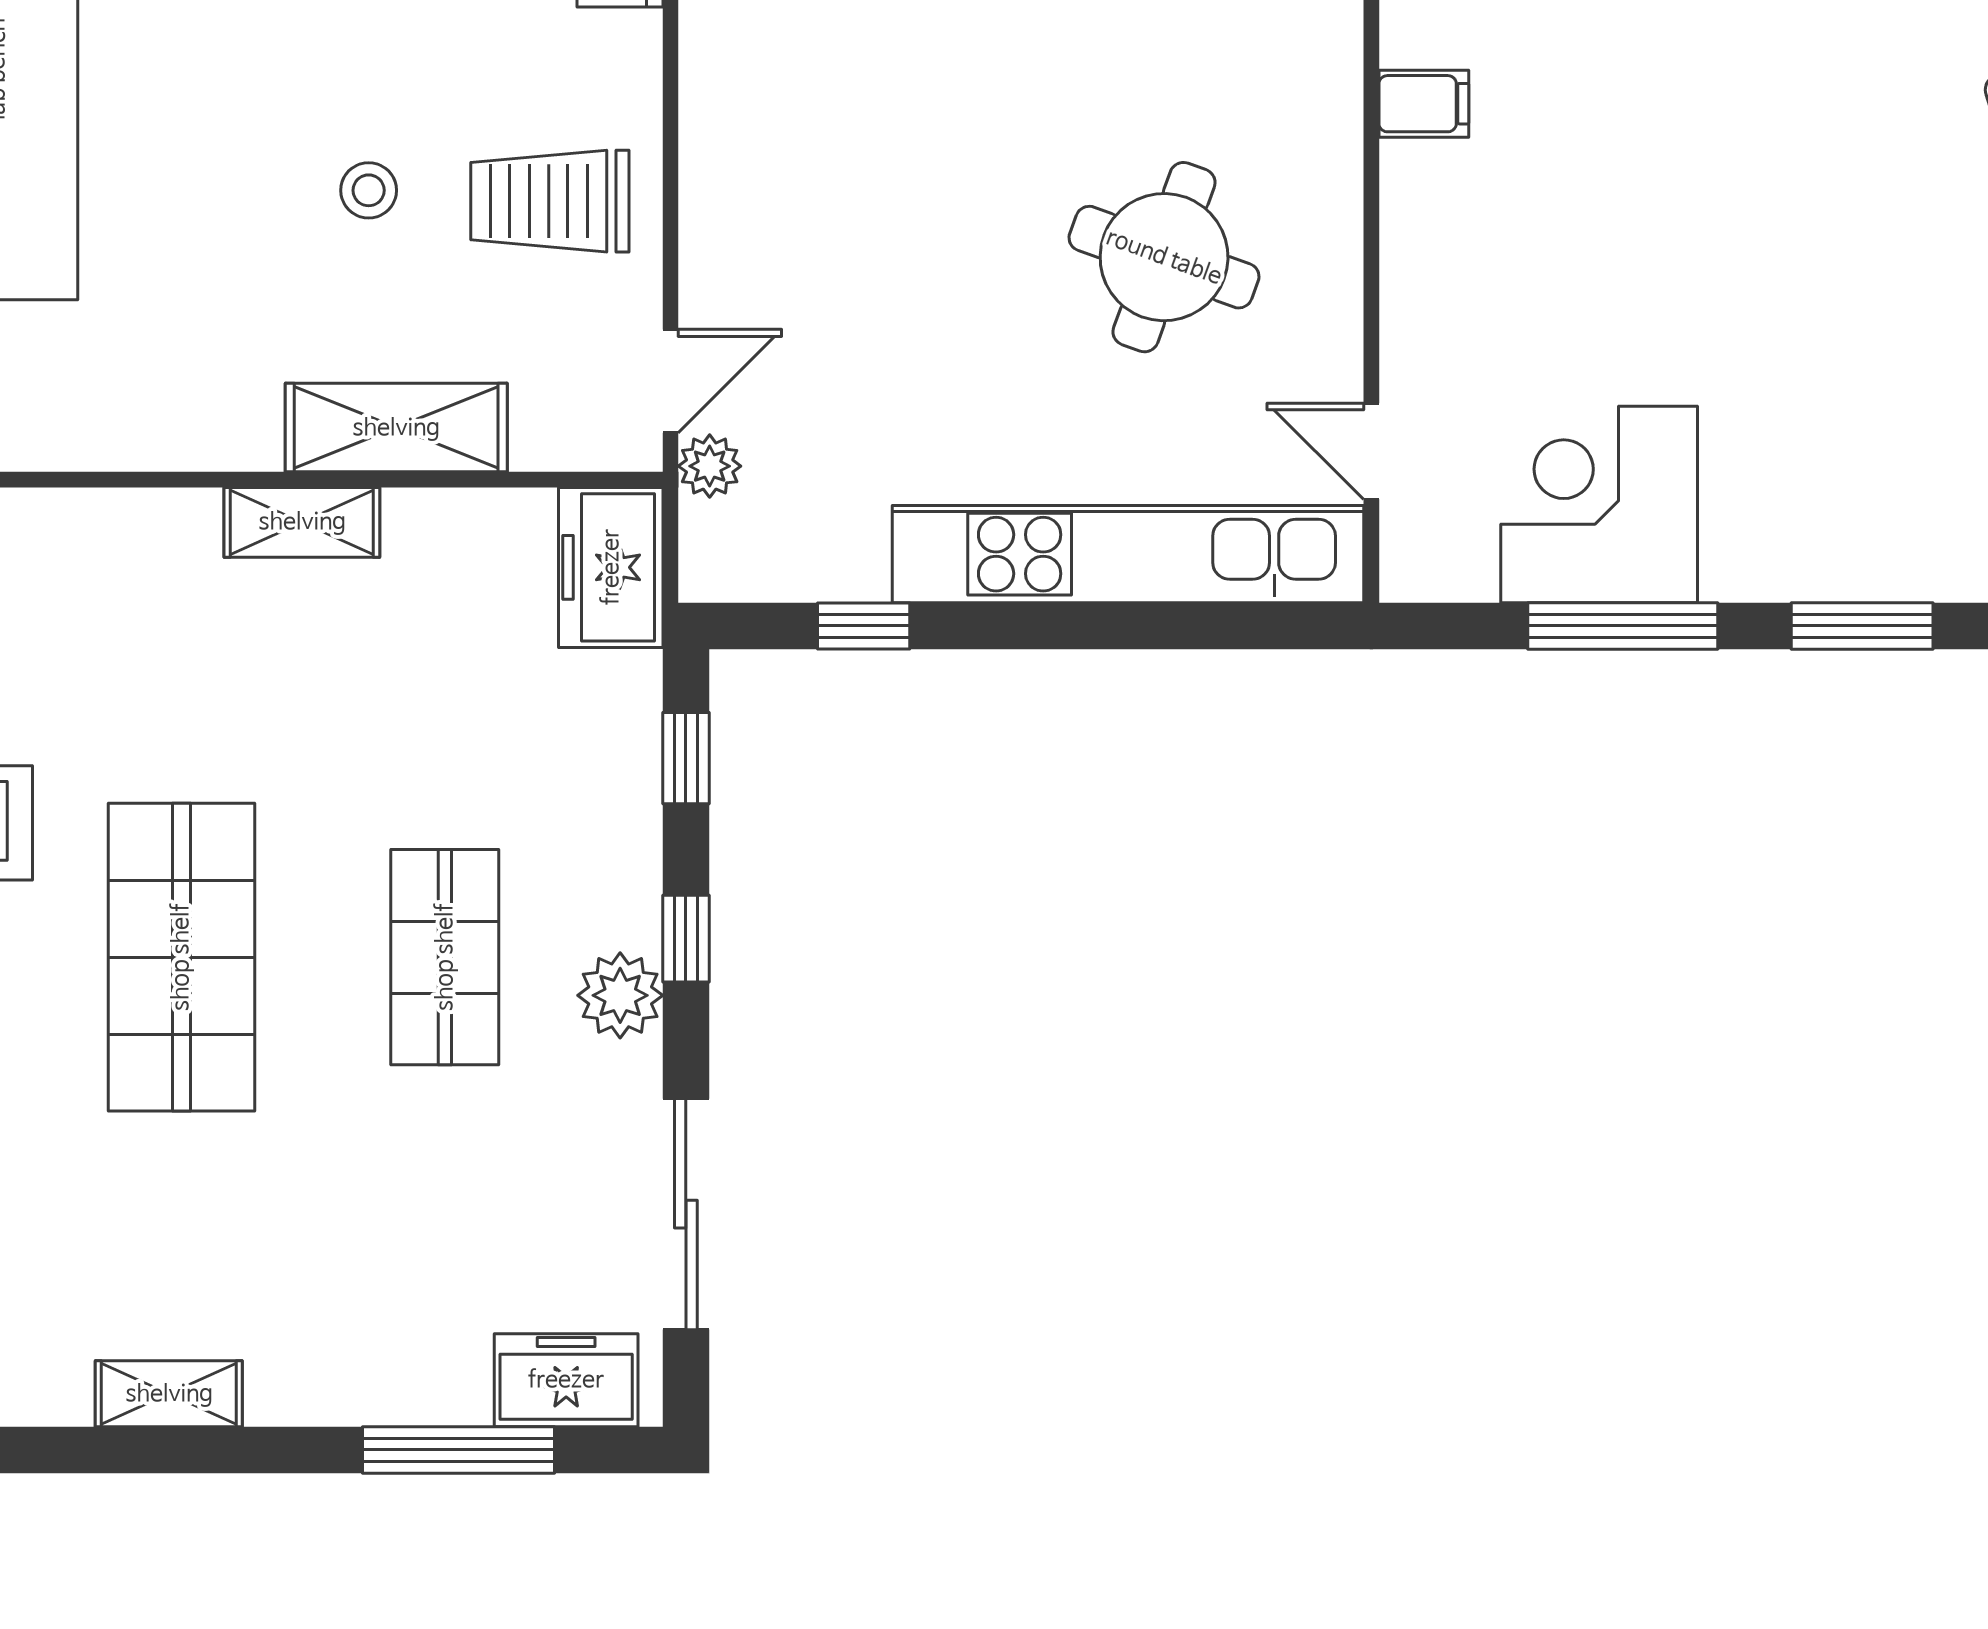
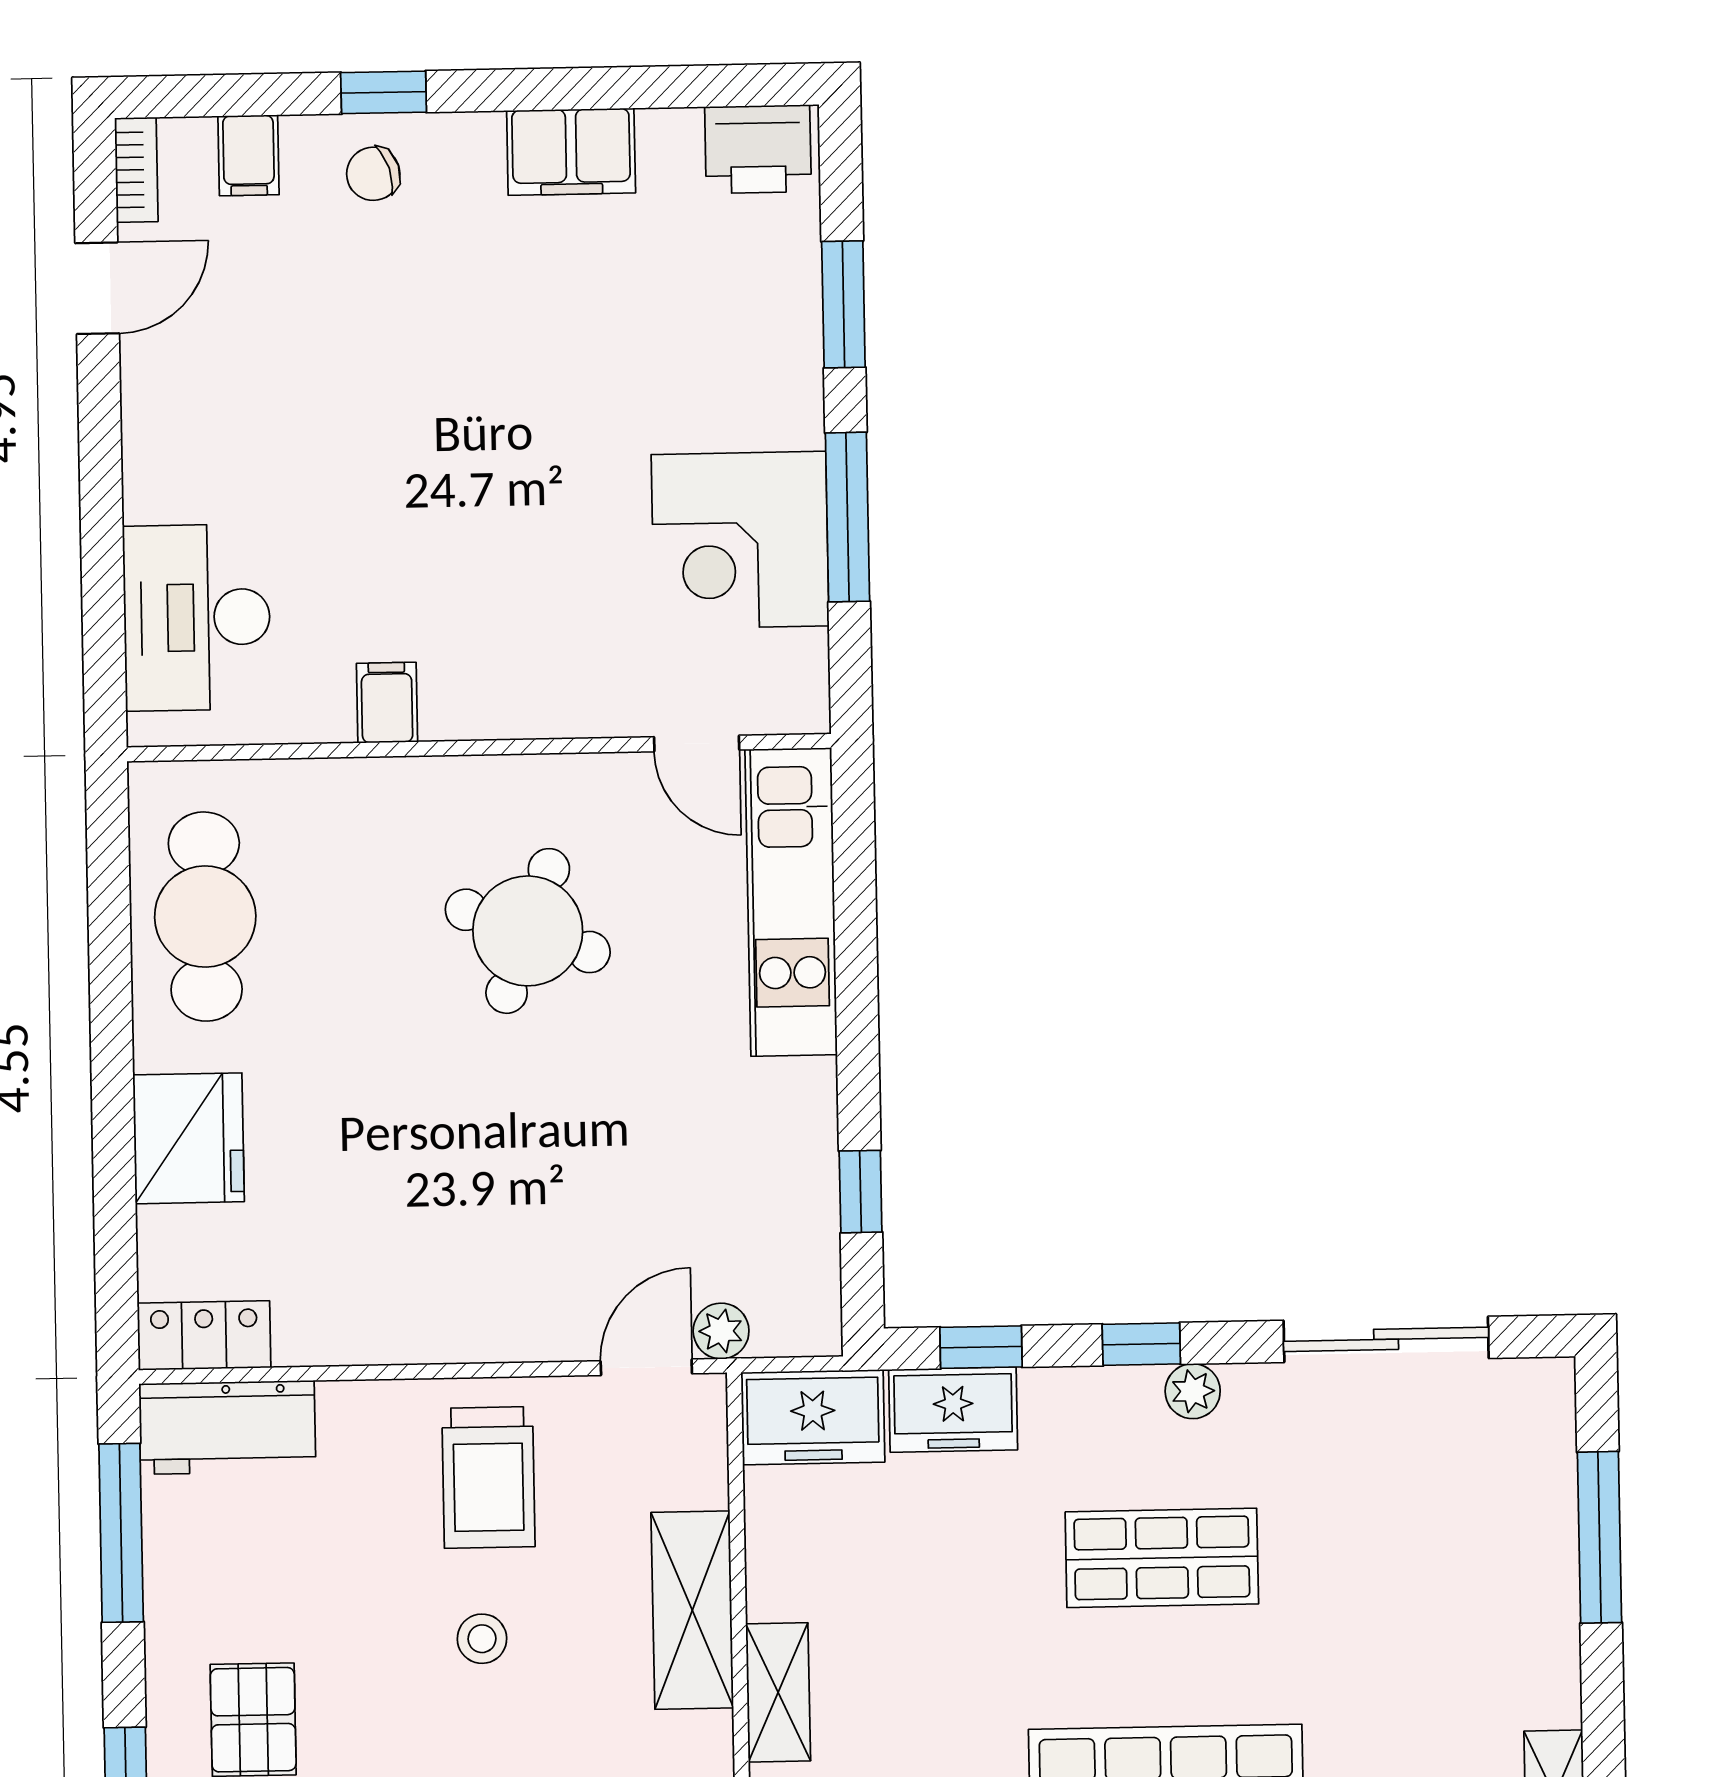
door: (671, 381) -> (646, 1367), hinge flipped
door: (1371, 451) -> (697, 743), hinge flipped
kitchen unit: (1128, 554) -> (791, 902), width x0.73
plant: (620, 995) -> (1193, 1391), width x0.73, depth x0.73
freezer: (566, 1380) -> (953, 1410), moved, turned -90

